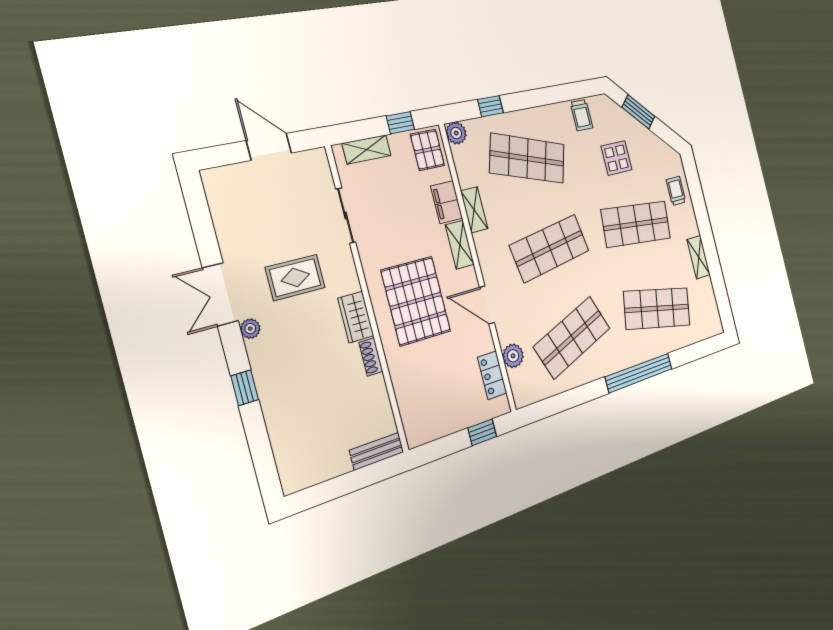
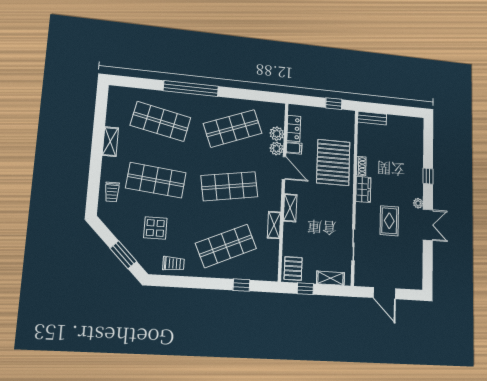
trolley: (582, 115) -> (173, 264), turned 90
plant: (456, 133) -> (277, 149), moved
shop shelf: (527, 158) -> (226, 246), turned -42
filing cabinet: (447, 202) -> (294, 148), moved, width x0.50
rug: (295, 278) -> (389, 221), turned 90
pallet: (416, 301) -> (333, 162), moved
window: (482, 432) -> (334, 104), moved

